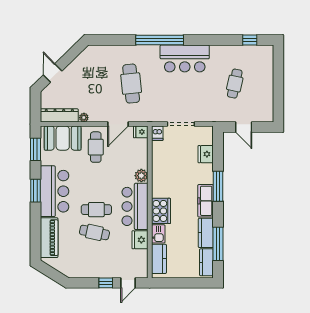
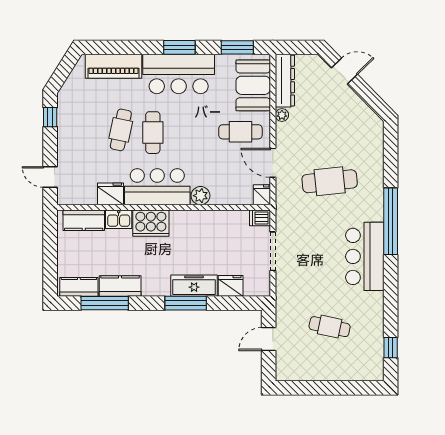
freezer: (206, 201) -> (194, 286), moved
window: (106, 283) -> (50, 117), moved

